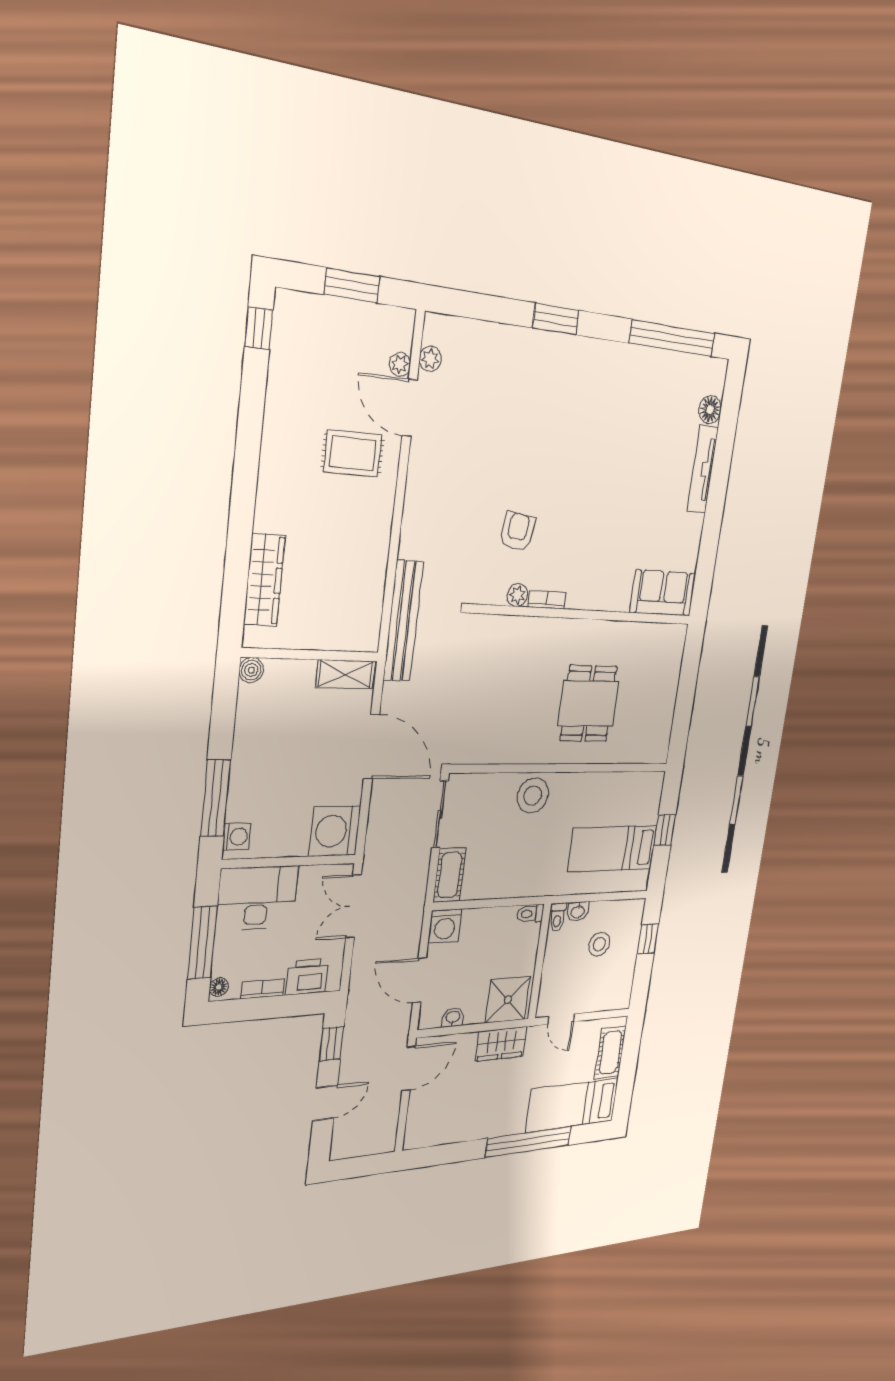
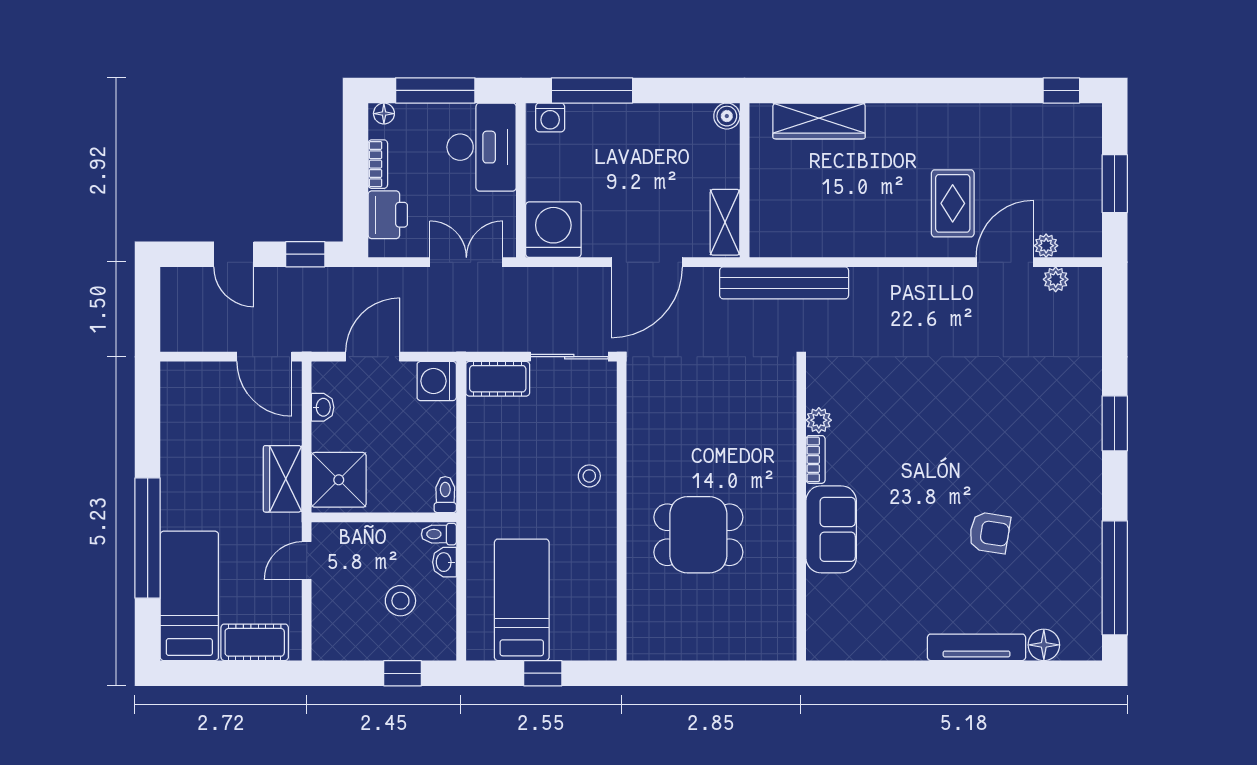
armchair: (517, 532) -> (989, 533), moved
sofa: (663, 593) -> (831, 529), moved
stool: (533, 796) -> (589, 476), width x0.53, depth x0.53

